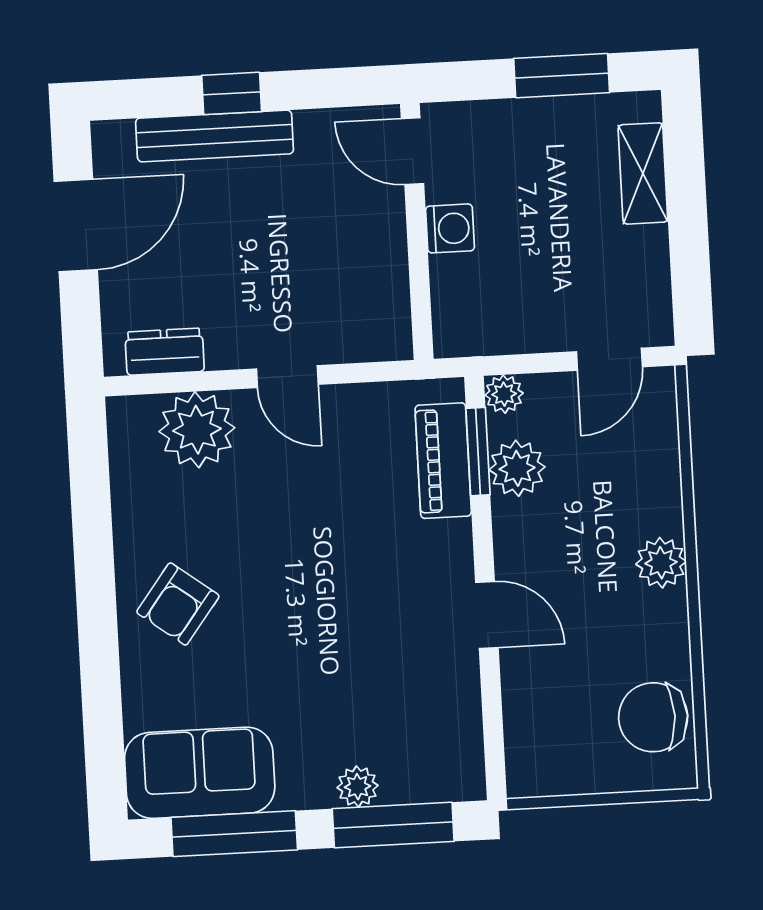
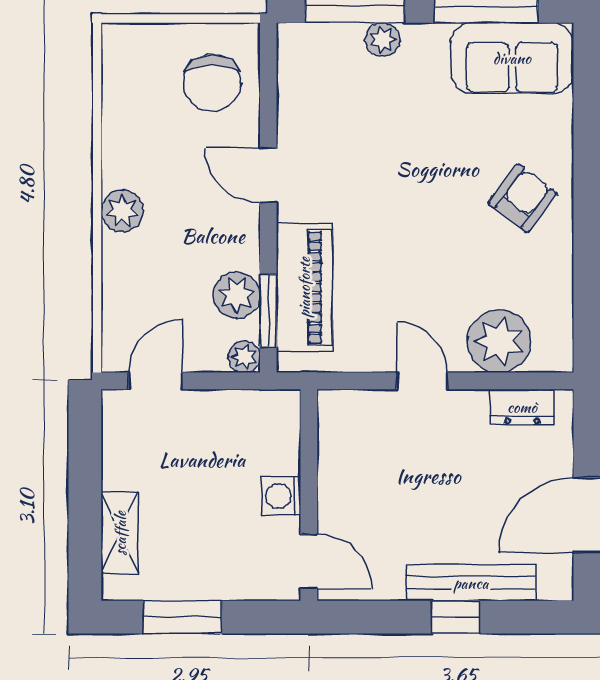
piano: (443, 461) -> (304, 287), width x1.37, depth x1.33
chair: (653, 717) -> (212, 83), moved, turned 90

